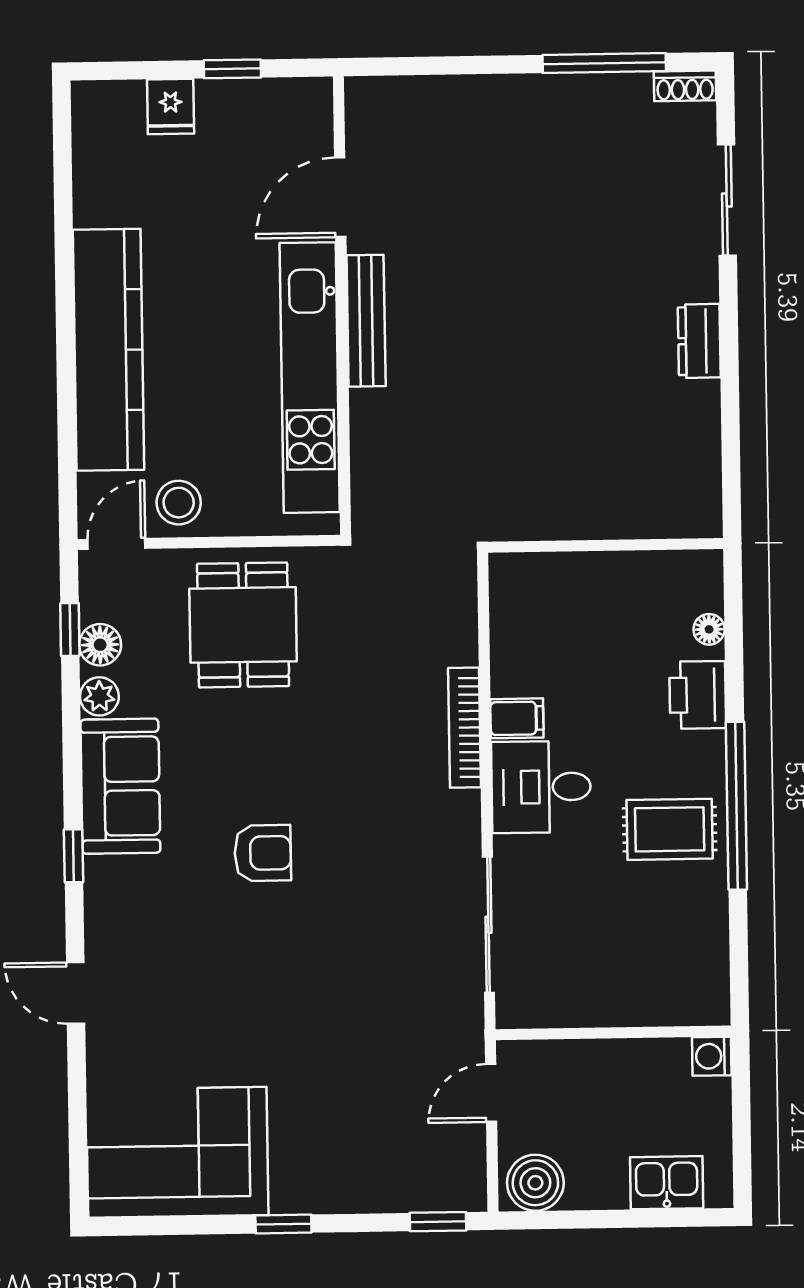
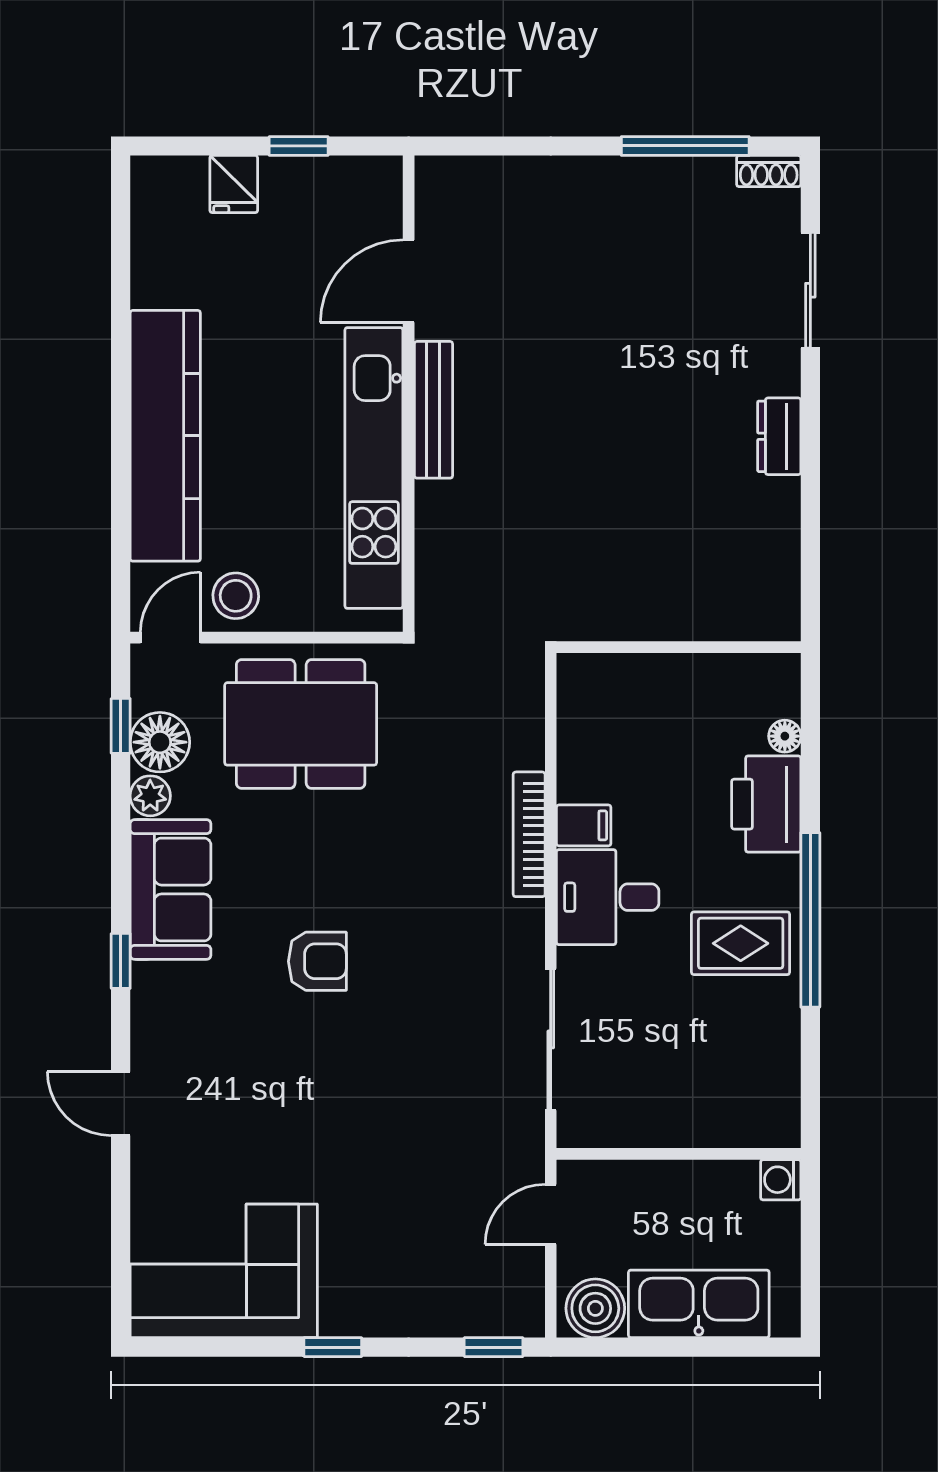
dining table: (243, 625) -> (301, 724), width x1.38
floor lamp: (100, 645) -> (160, 742), width x1.38, depth x1.38
printer: (698, 695) -> (766, 804), width x1.37, depth x1.19
kitchen sink: (667, 1183) -> (699, 1304), width x1.88, depth x1.24

